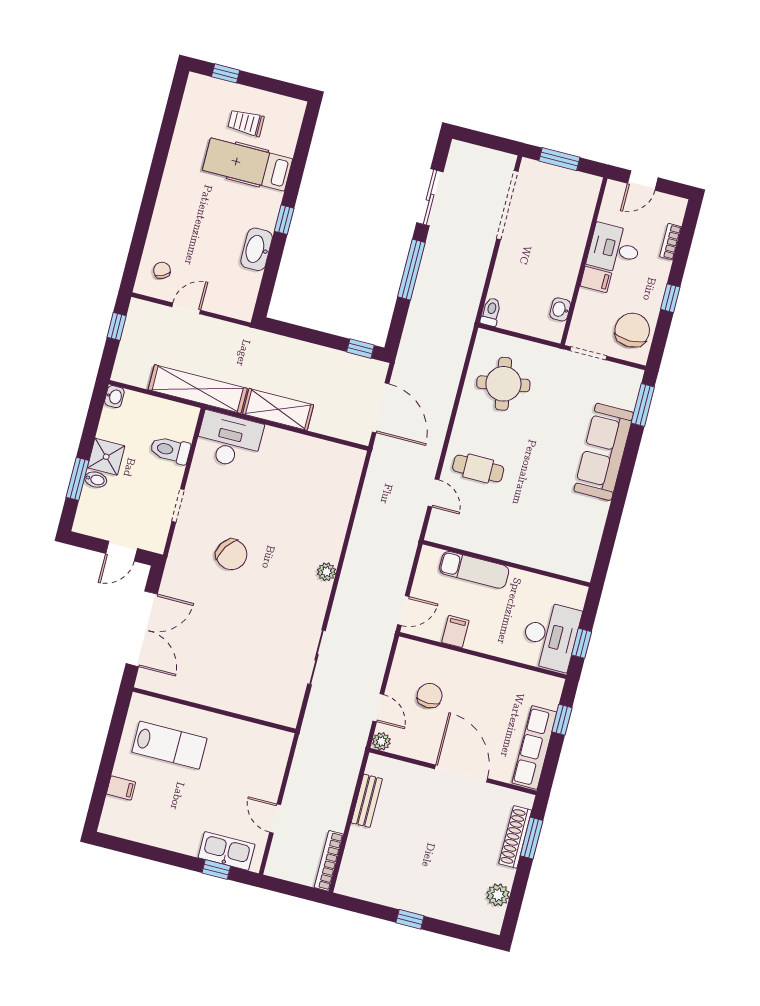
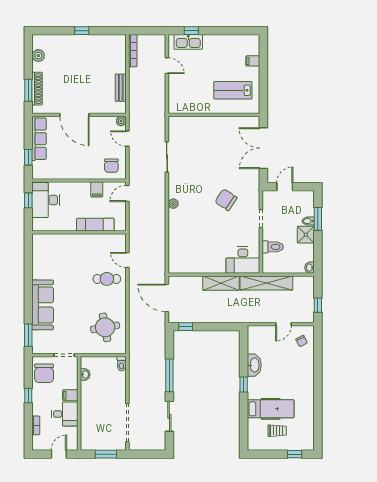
chair: (430, 696) -> (111, 166), moved

